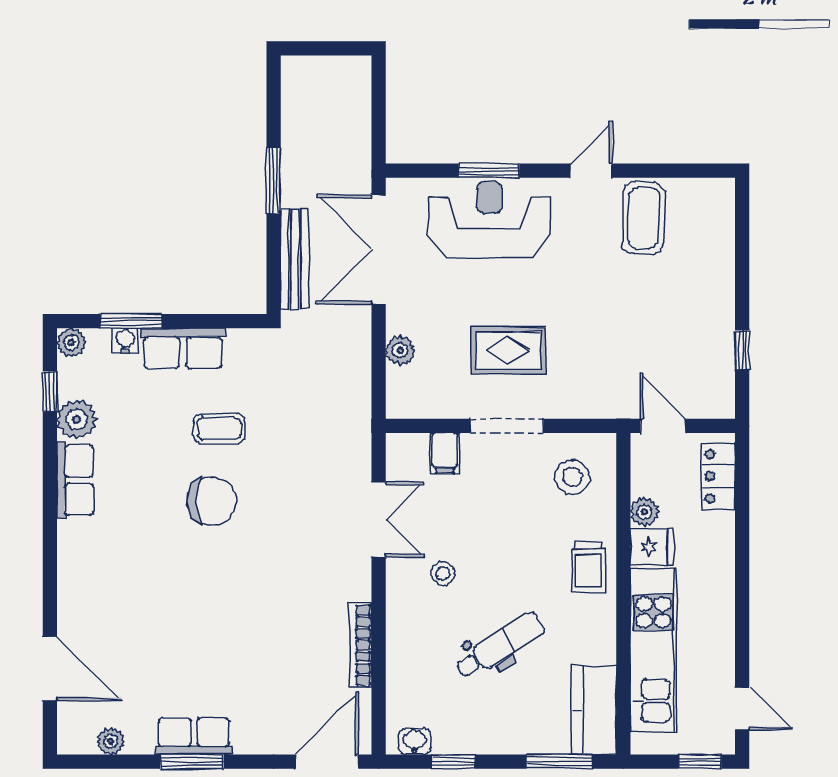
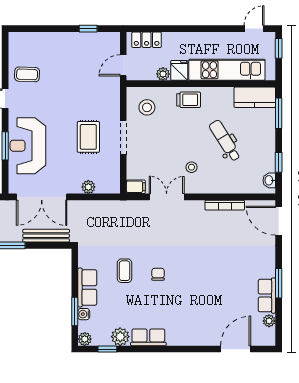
coffee table: (643, 218) -> (27, 74), width x0.73, depth x0.77
filing cabinet: (445, 453) -> (136, 187), moved
chair: (212, 501) -> (158, 274), width x0.54, depth x0.54
row of seats: (194, 736) -> (267, 296), moved

